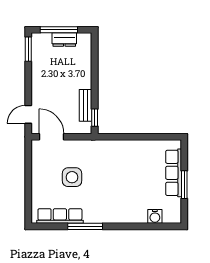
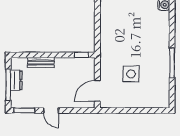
bench: (86, 105) -> (41, 63), moved
door: (28, 114) -> (51, 110), moved
row of seats: (60, 216) -> (163, 84), removed

